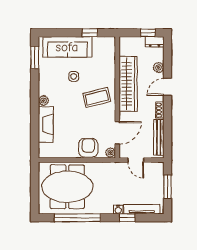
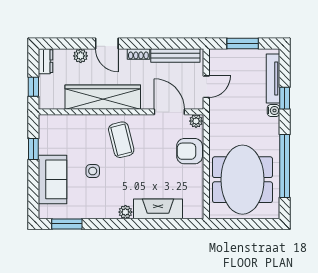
window: (148, 33) -> (33, 87), moved
sofa: (67, 47) -> (53, 179), width x0.73

